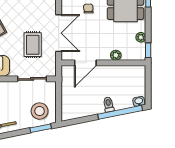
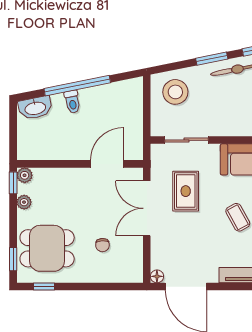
plant: (116, 55) -> (25, 175), moved
washbasin: (139, 101) -> (35, 108), width x1.91, depth x1.45
window: (120, 112) -> (77, 86), moved
window: (41, 128) -> (212, 59), moved

